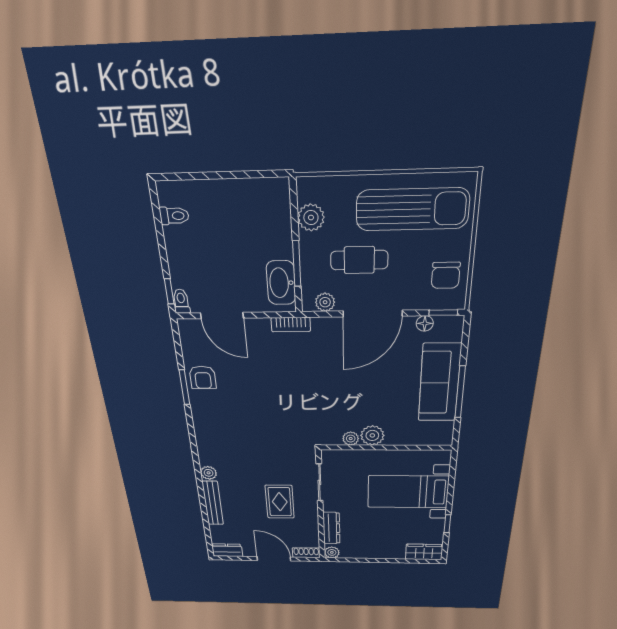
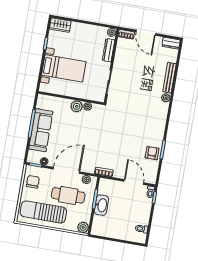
plant: (311, 218) -> (83, 227), moved
cafe table: (359, 260) -> (68, 195), width x1.37, depth x1.35
washbasin: (281, 283) -> (101, 205), moved
rug: (280, 502) -> (133, 73), removed

